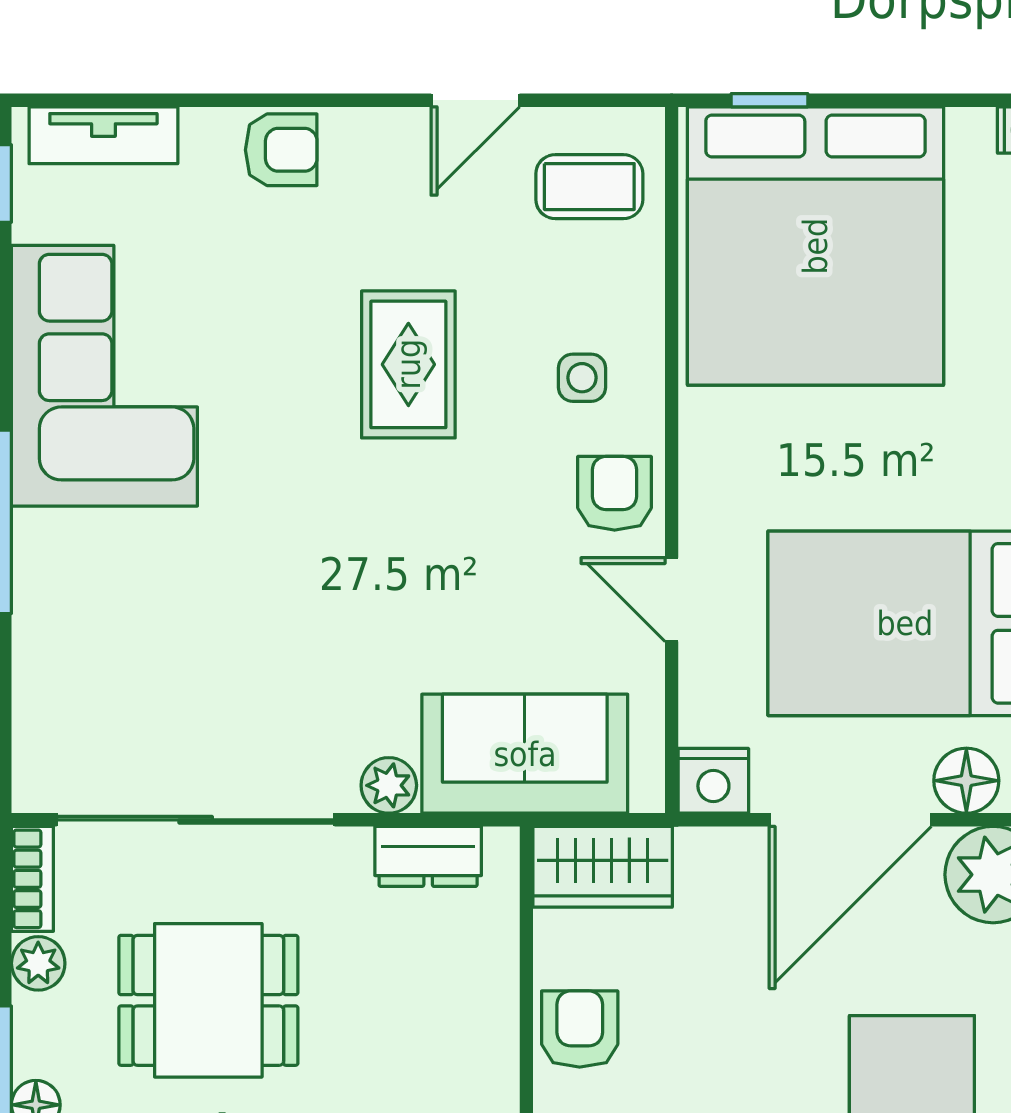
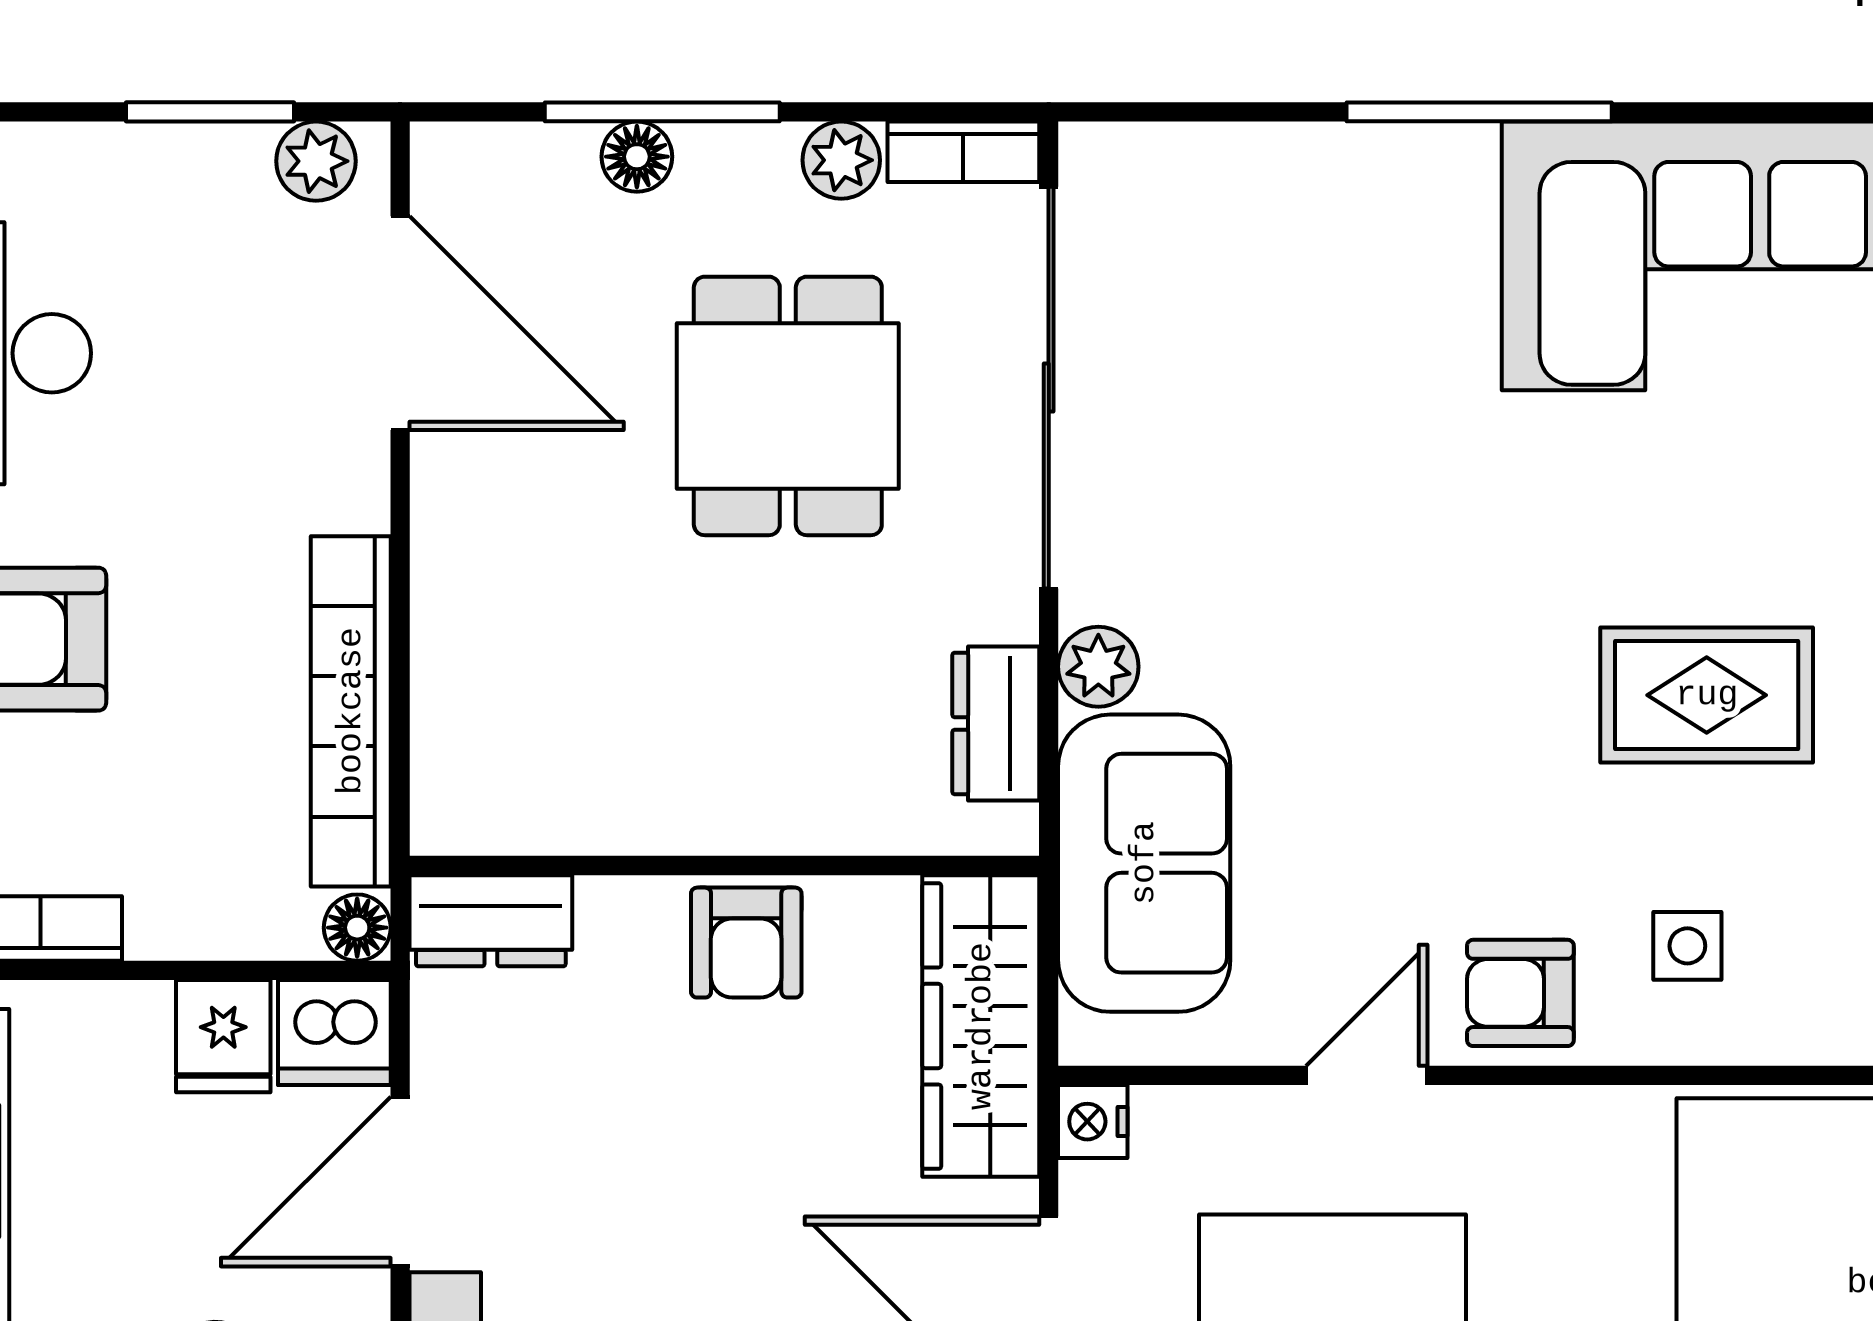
armchair: (615, 493) -> (1520, 993), turned 180
nightstand: (713, 781) -> (1093, 1122), width x0.72, depth x0.74
wardrobe: (603, 867) -> (981, 1026), width x1.50
armchair: (580, 1029) -> (746, 943), turned 90

